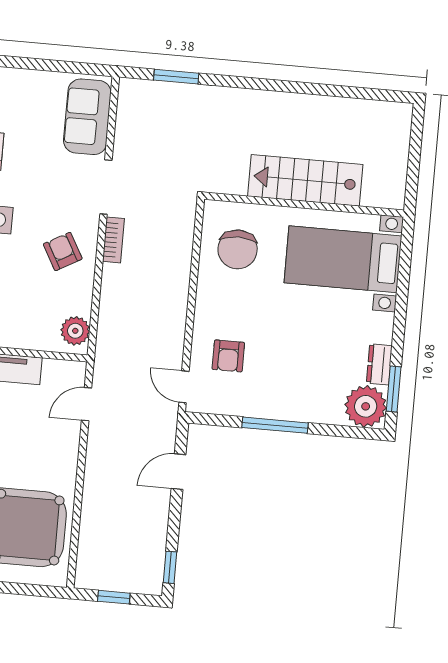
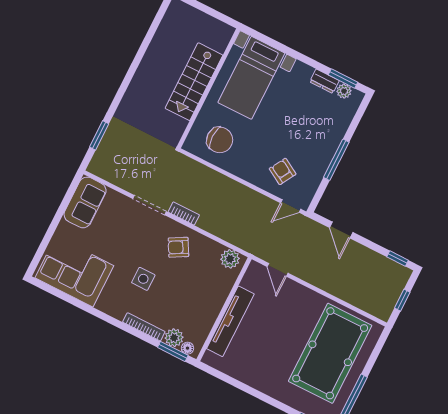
sofa: (87, 117) -> (85, 202), moved, turned -90
armchair: (228, 356) -> (283, 171), turned -150
plant: (366, 406) -> (344, 91), width x0.53, depth x0.53

